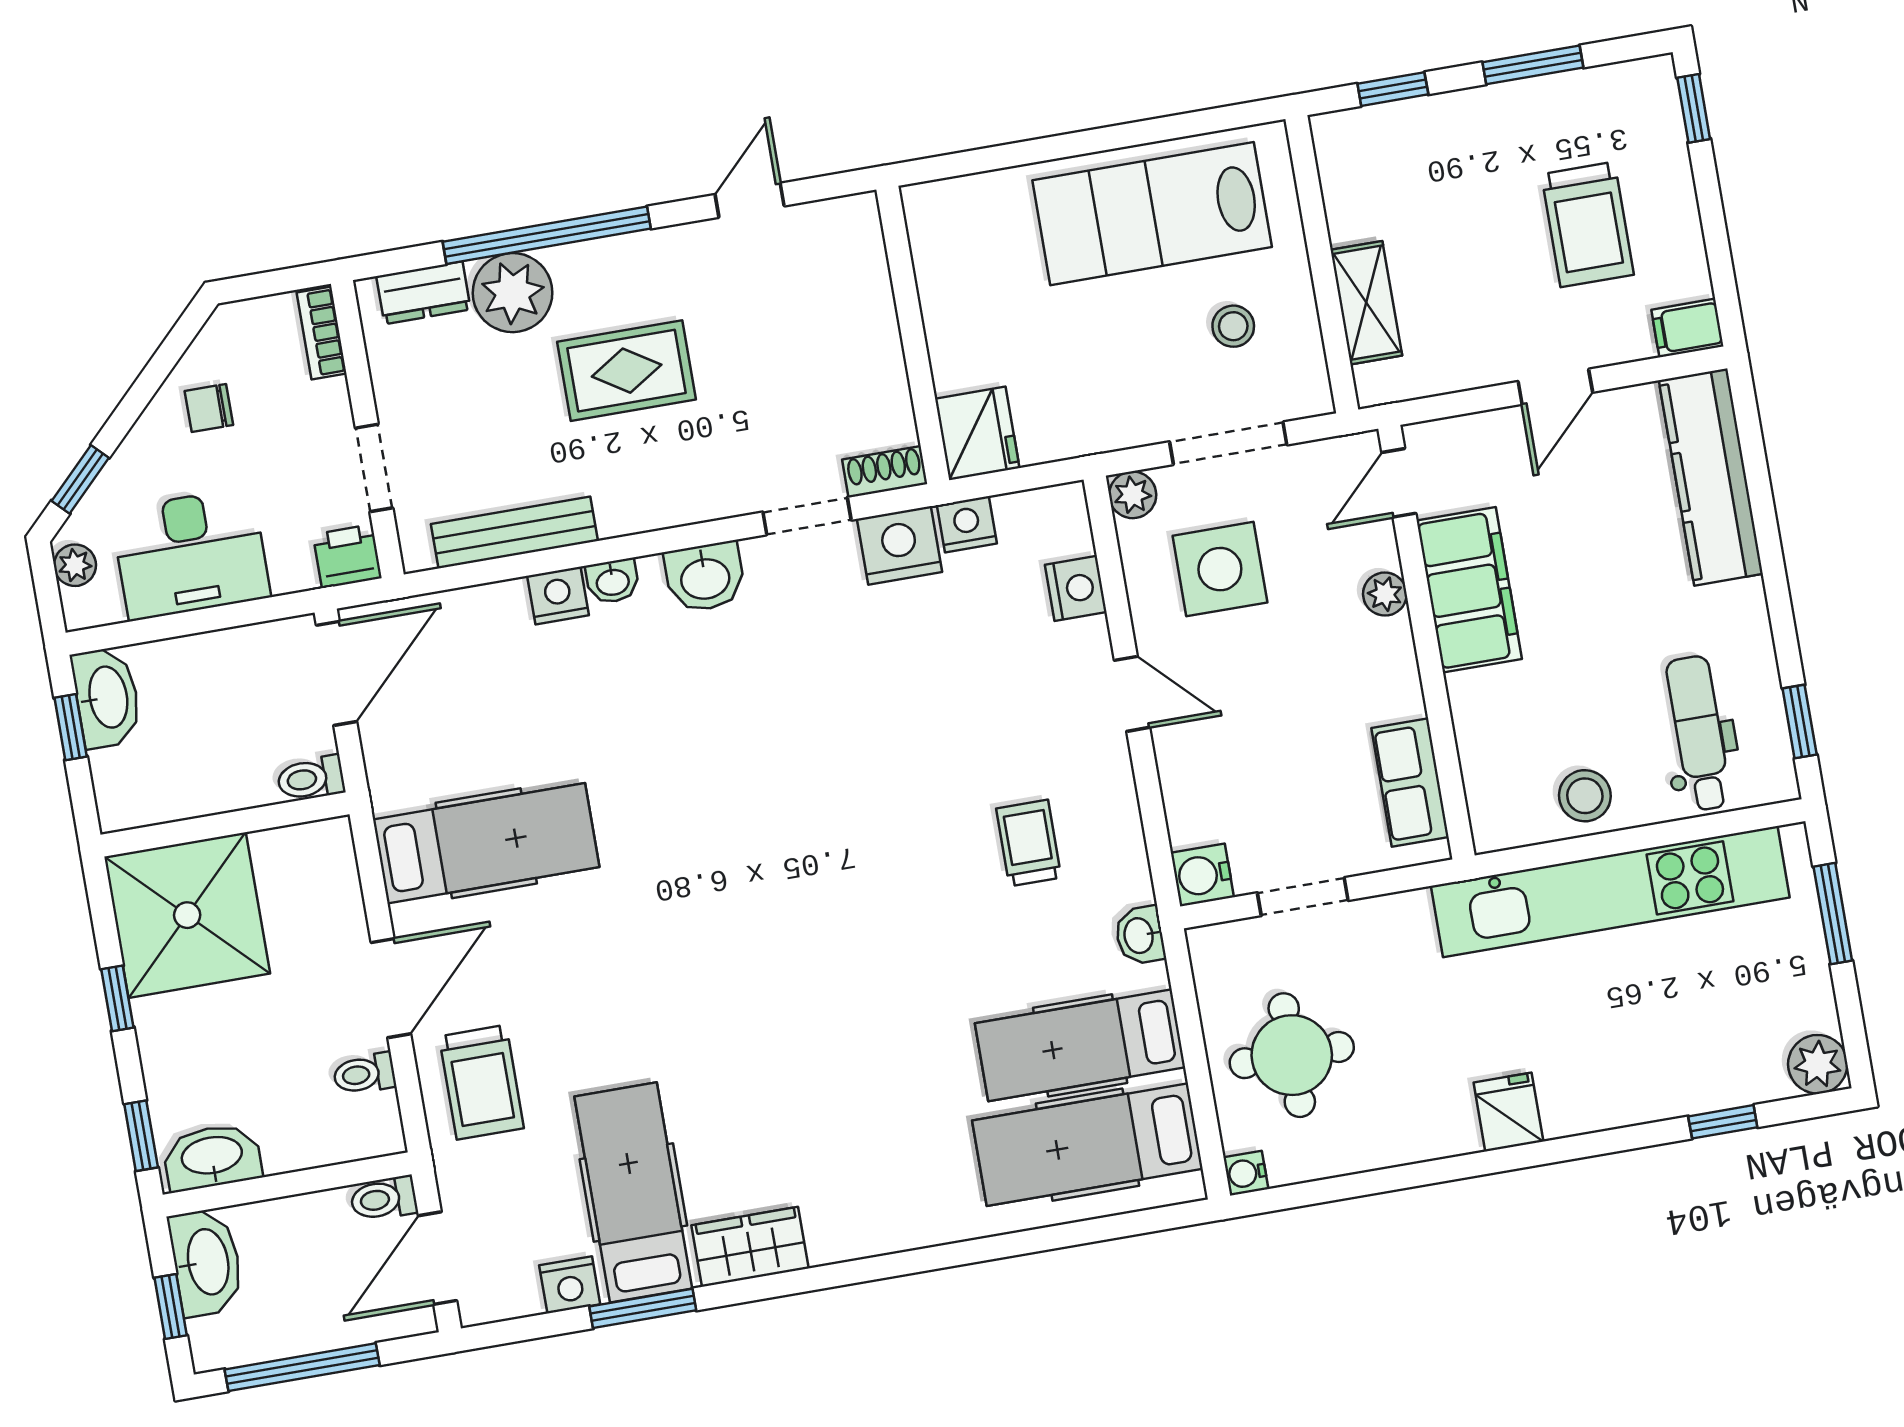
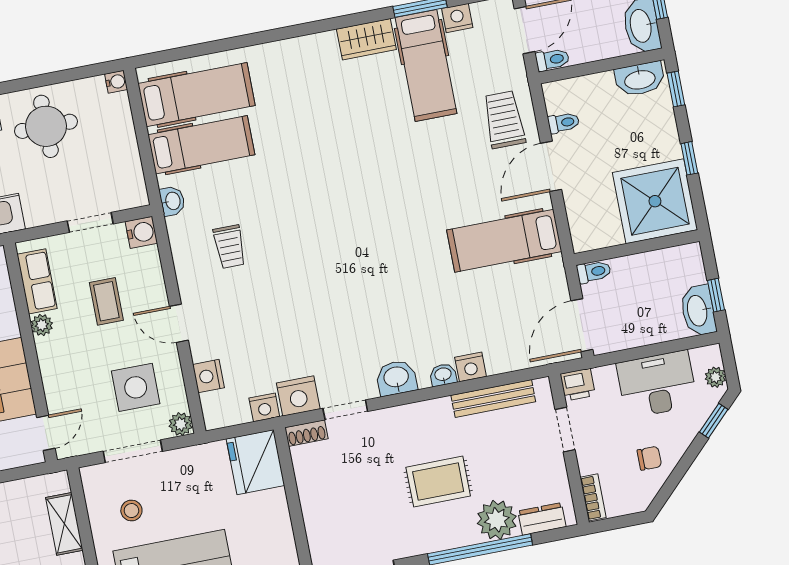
fridge: (977, 433) -> (255, 462), width x1.36, depth x1.34
plant: (1385, 594) -> (42, 325), moved
coffee table: (1274, 740) -> (106, 301), added
round table: (1292, 1055) -> (46, 126), moved

